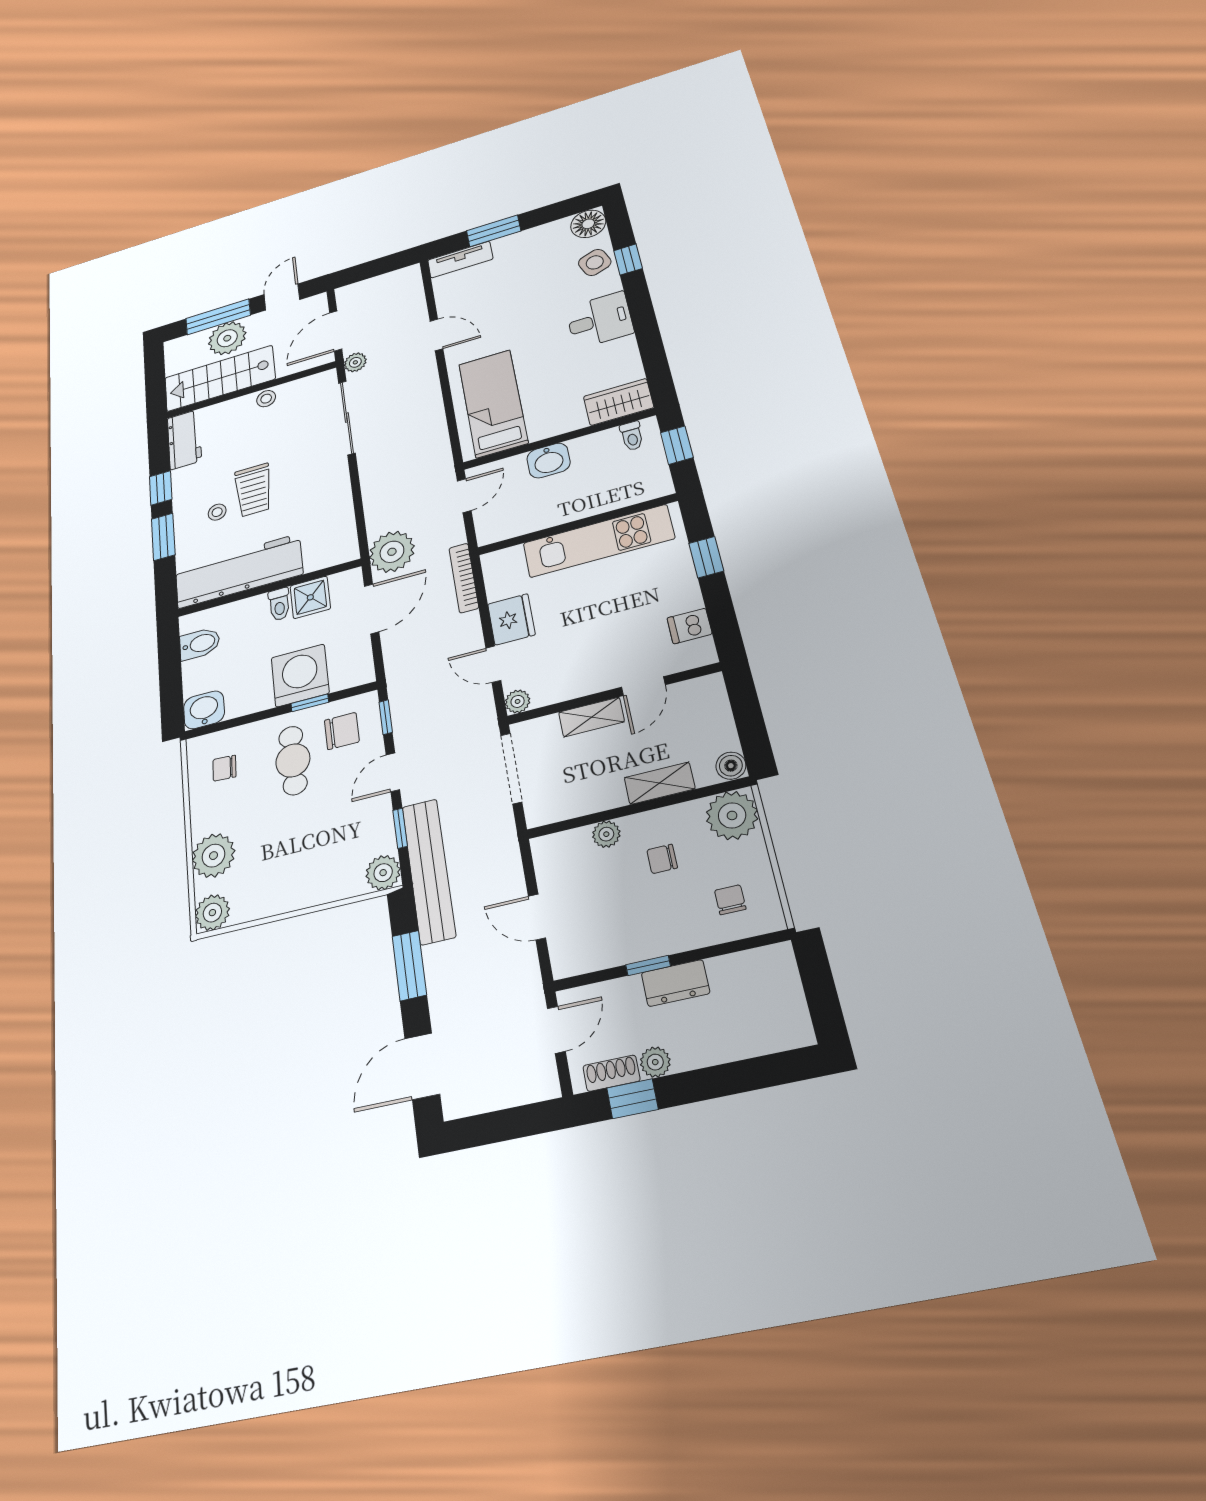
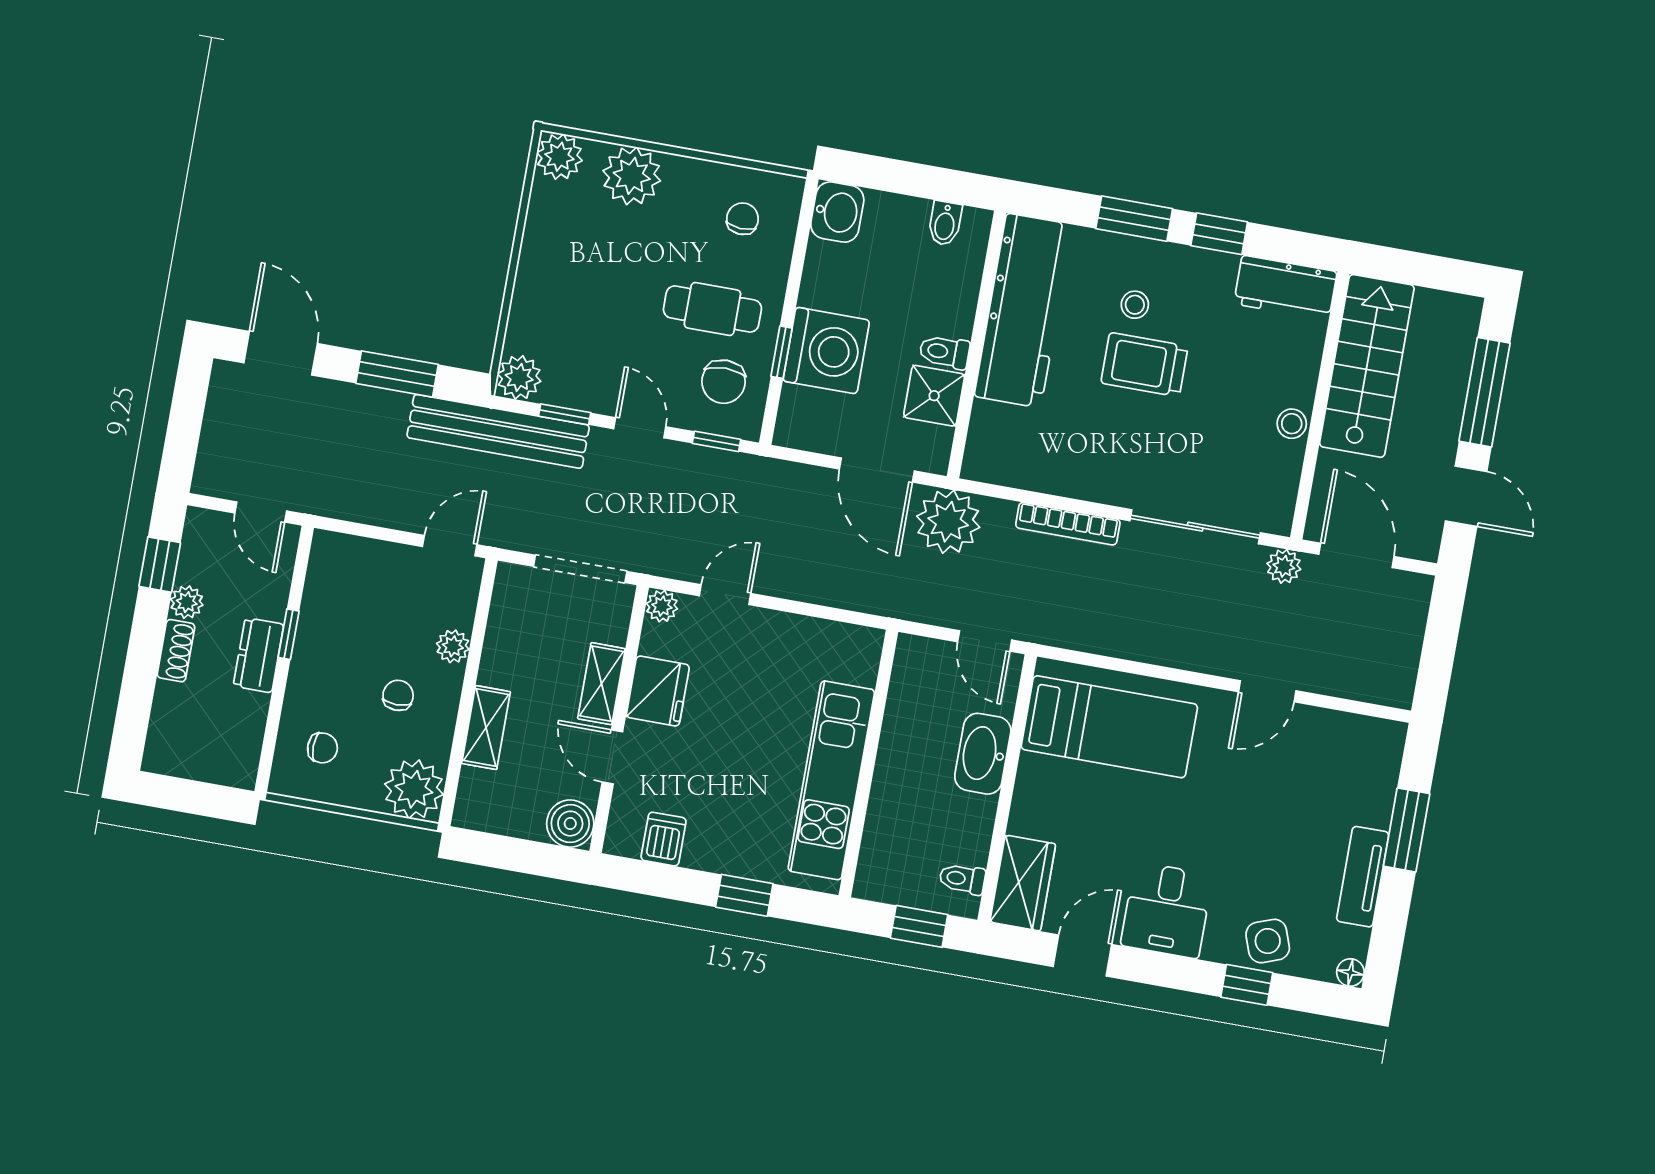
floor lamp: (588, 224) -> (1350, 972), width x0.53, depth x0.53
tv unit: (460, 260) -> (1363, 877), moved
plant: (227, 338) -> (1436, 396), removed
door: (652, 349) -> (1082, 956), added
washbasin: (549, 461) -> (983, 754), width x1.38
bookcase: (464, 578) -> (1068, 524), moved, turned 180
fridge: (511, 619) -> (658, 691), moved, turned -90
bidet: (200, 644) -> (945, 223), width x0.72, depth x0.74
boiler: (731, 766) -> (570, 824), moved, width x1.36, depth x1.36
door: (537, 917) -> (450, 546), moved
shoe rack: (611, 1073) -> (176, 651), moved

